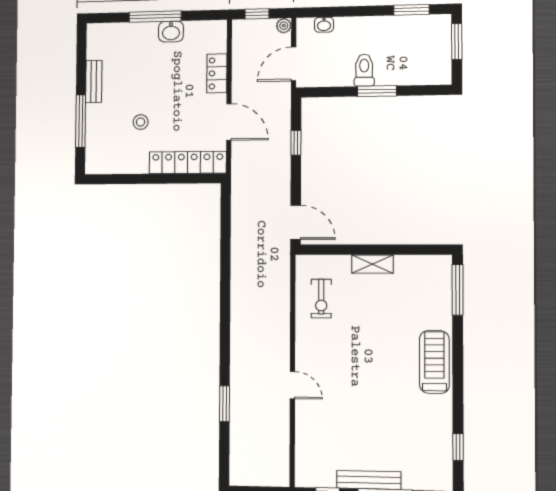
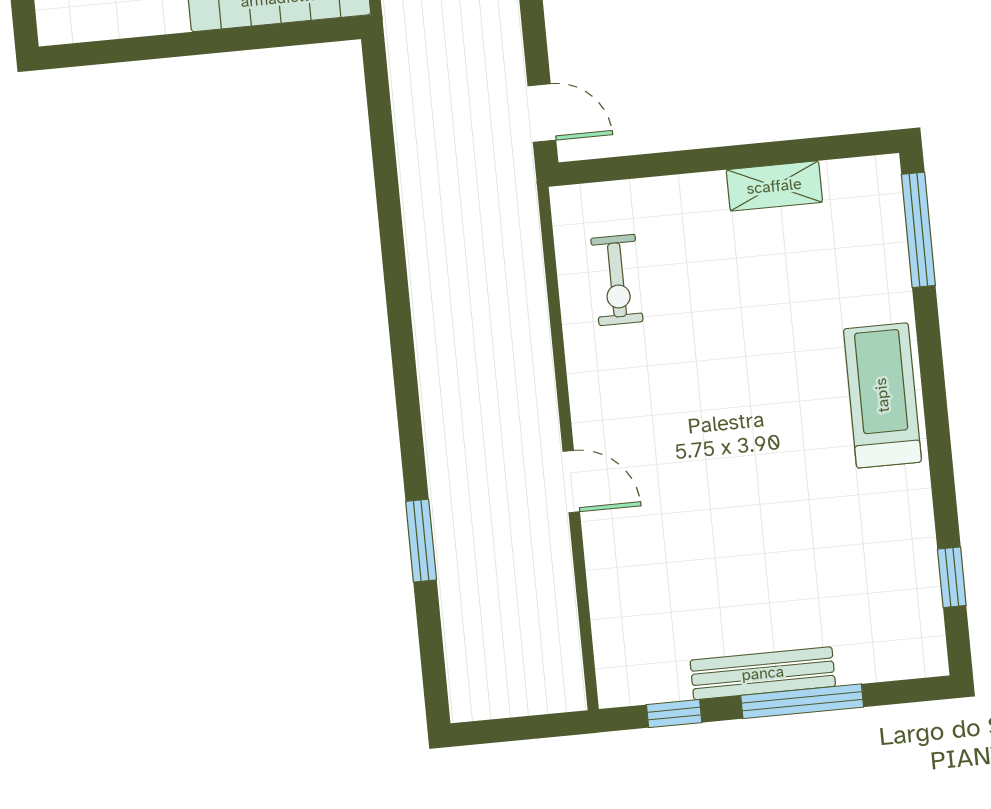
door: (296, 222) -> (542, 113), width x0.73
shelving: (372, 264) -> (774, 186), moved

